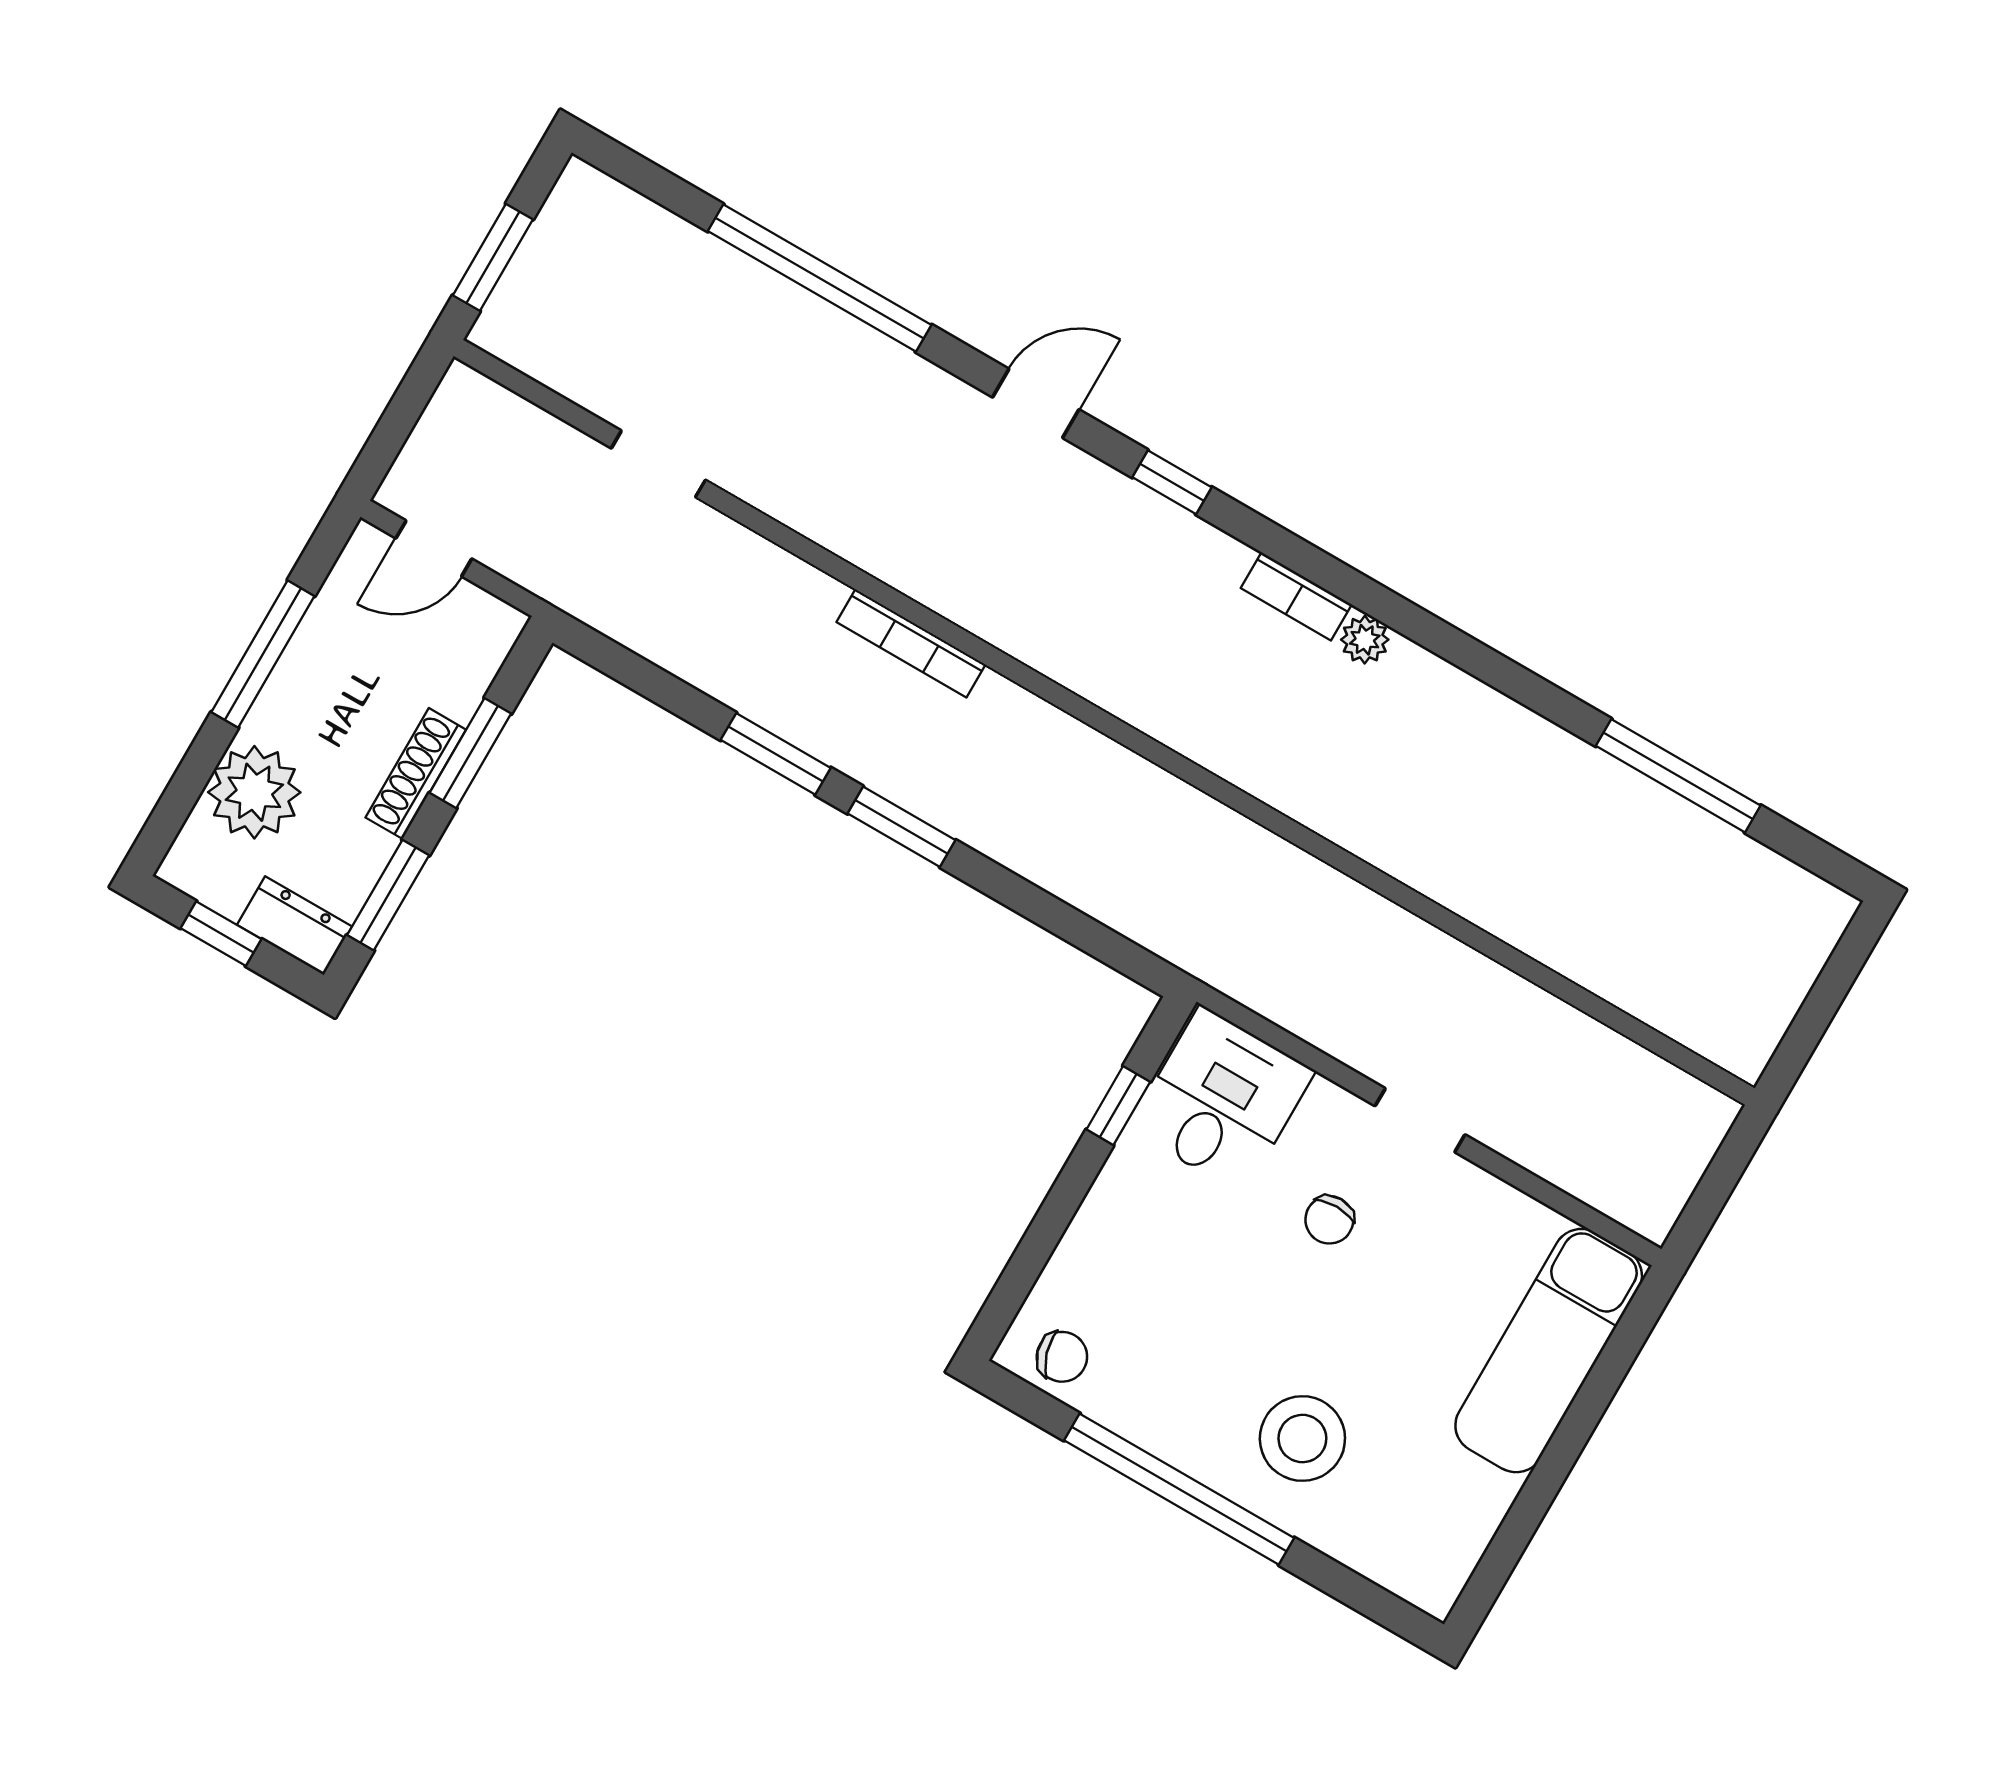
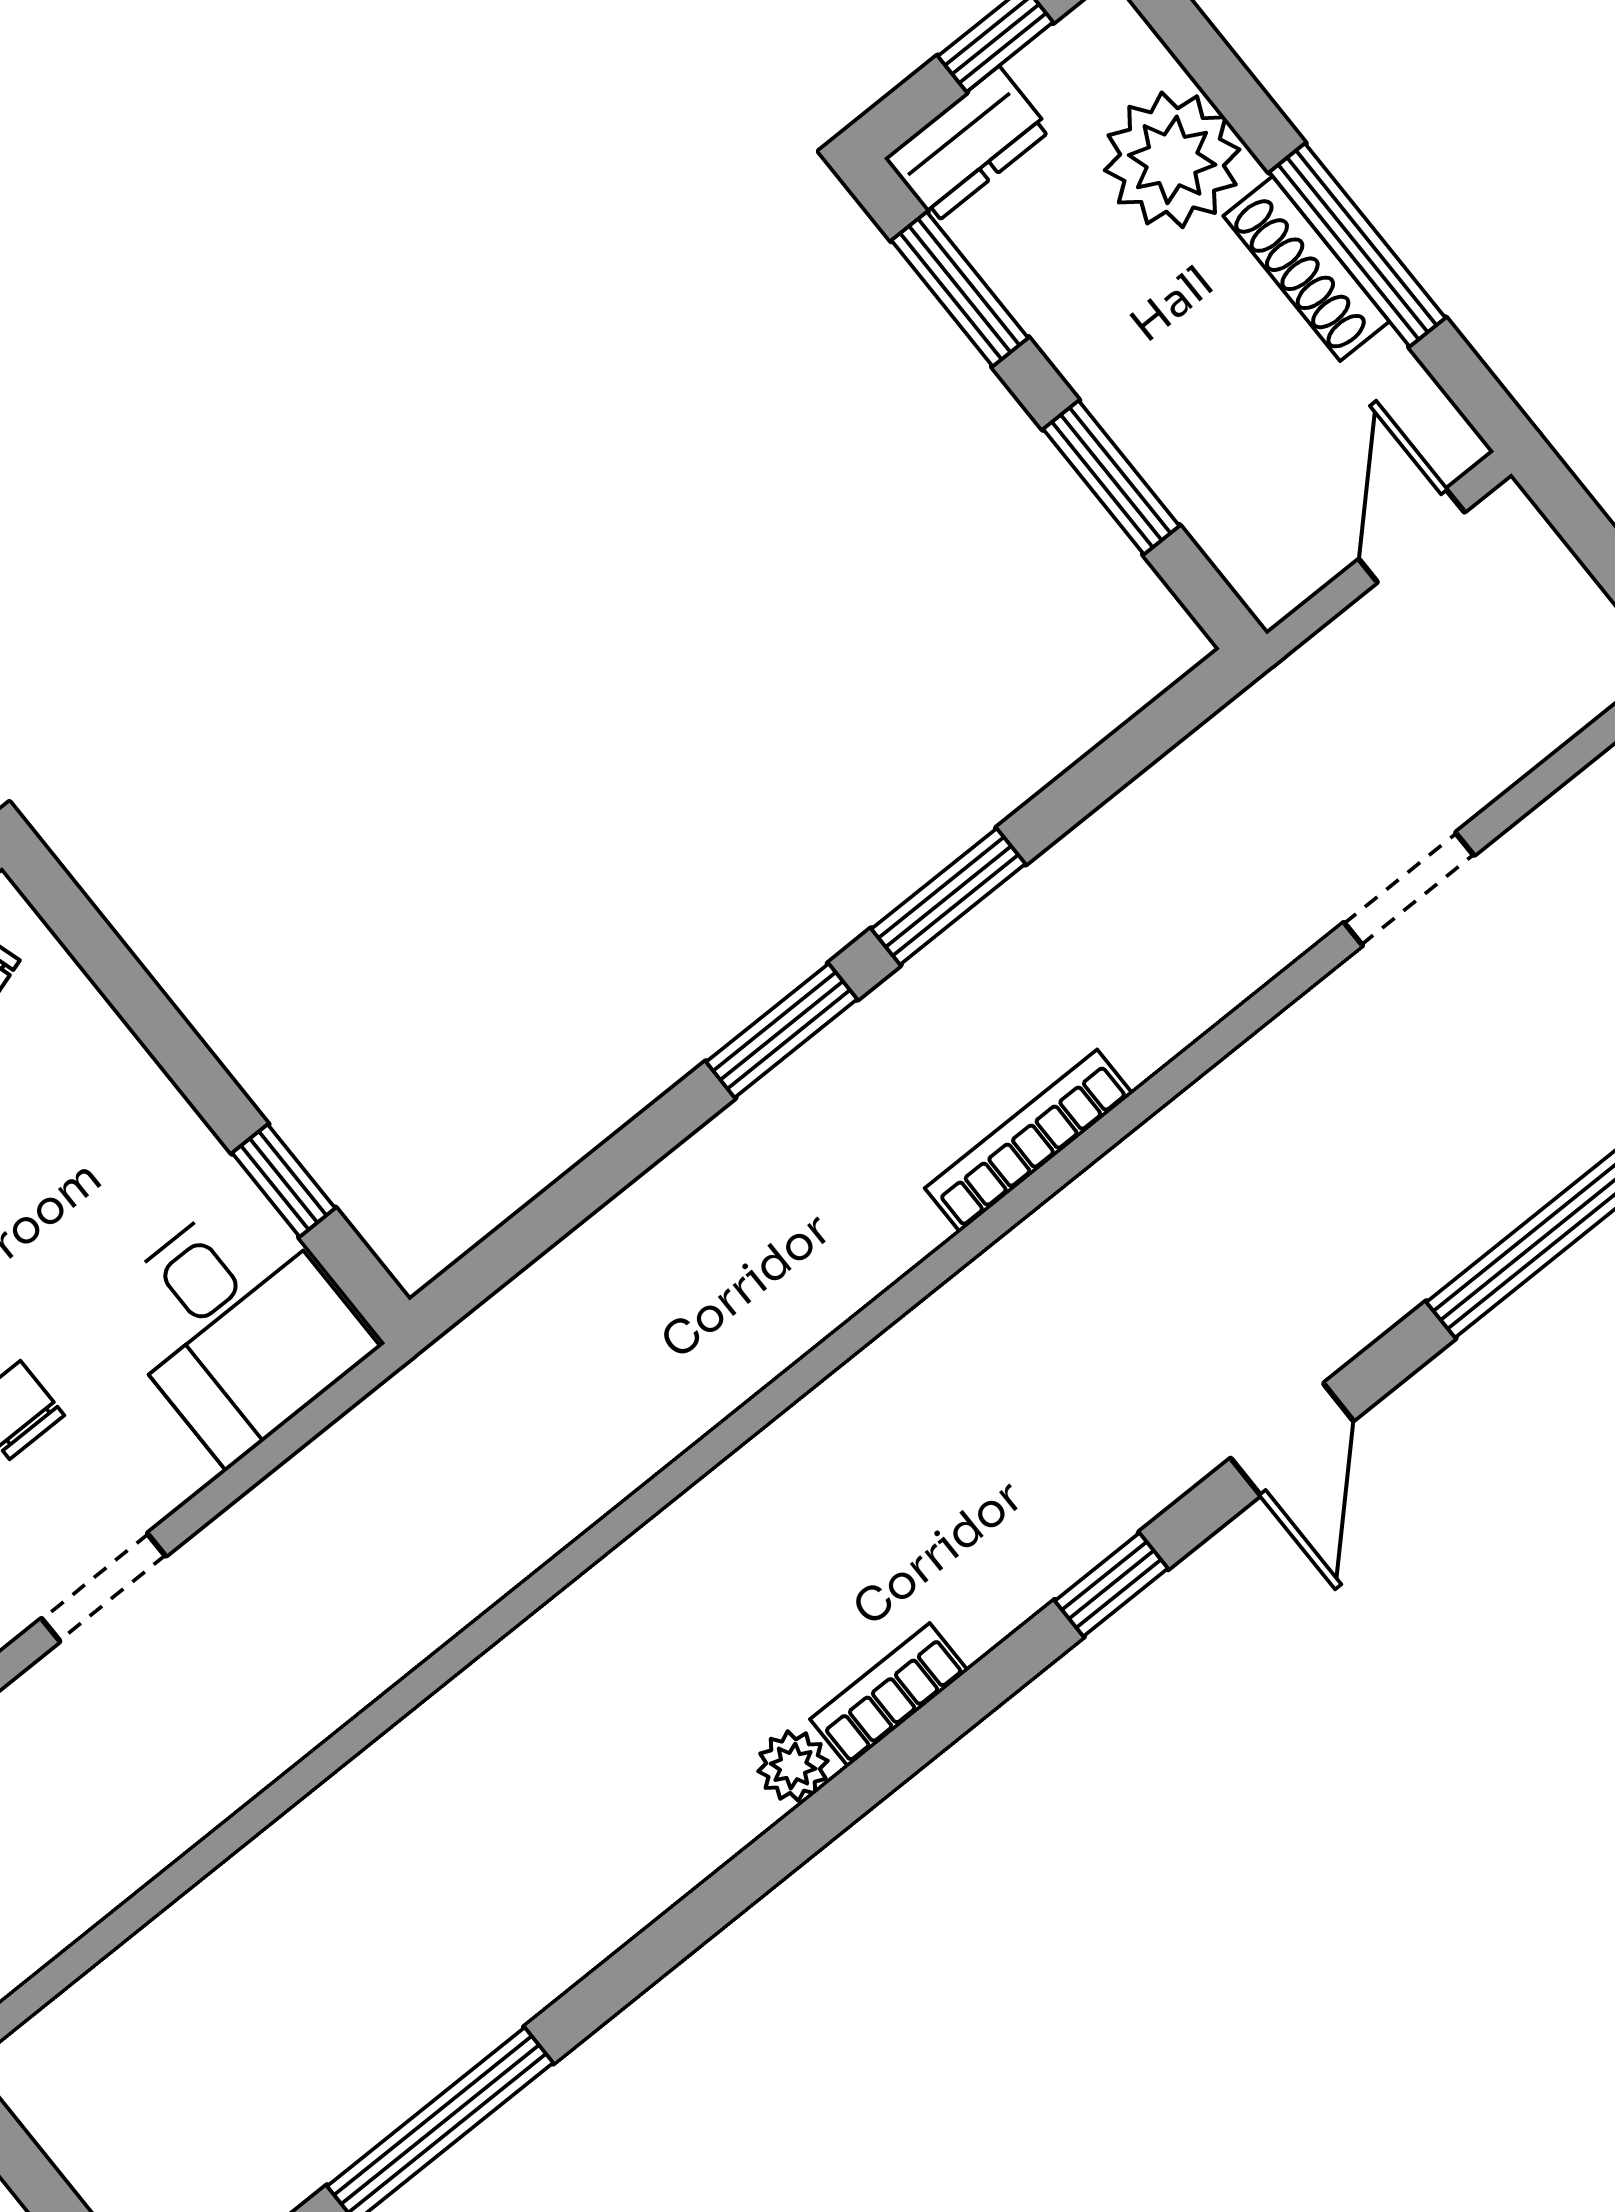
shoe rack: (416, 774) -> (1306, 269), moved, turned 180

